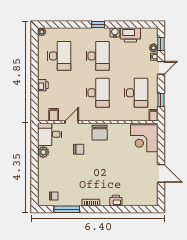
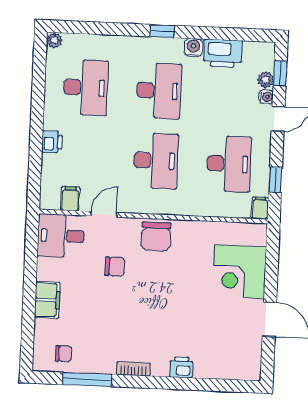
corner desk: (144, 138) -> (239, 272), moved
plant: (43, 152) -> (47, 269), removed
filing cabinet: (44, 168) -> (47, 300), added

